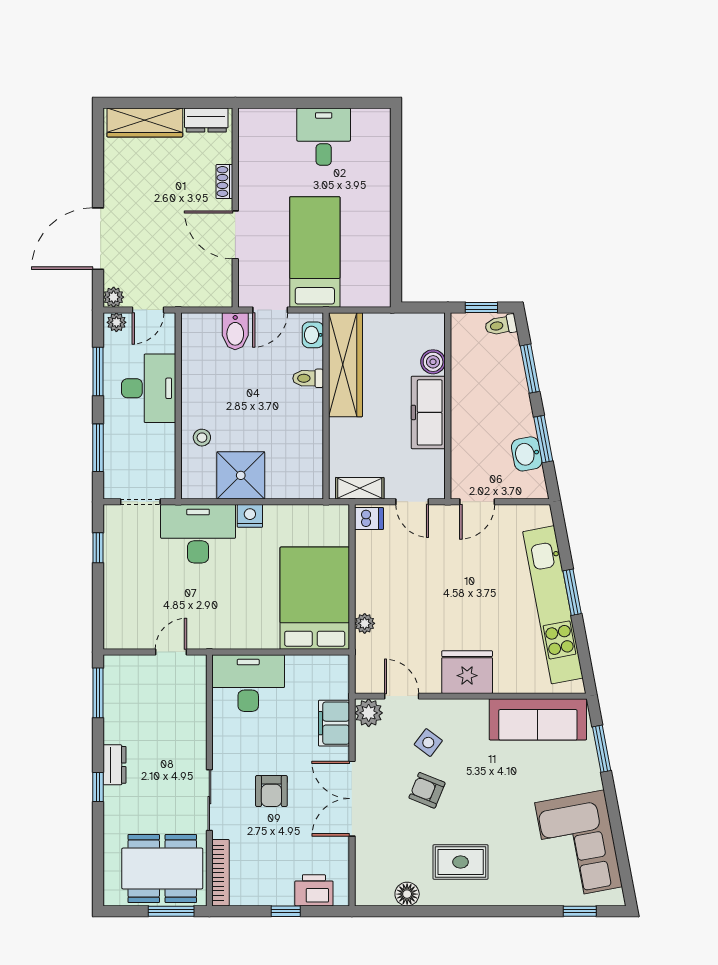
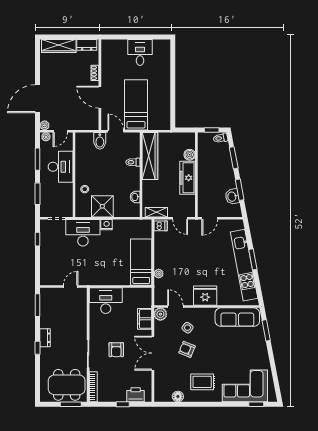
door: (270, 310) -> (116, 131), swing flipped
washbasin: (313, 335) -> (135, 197), moved
bed: (315, 598) -> (141, 262), width x0.67
corner sofa: (579, 845) -> (245, 386), moved, turned 101

